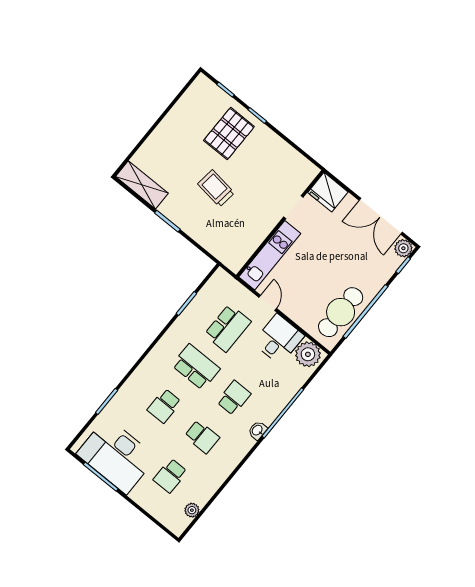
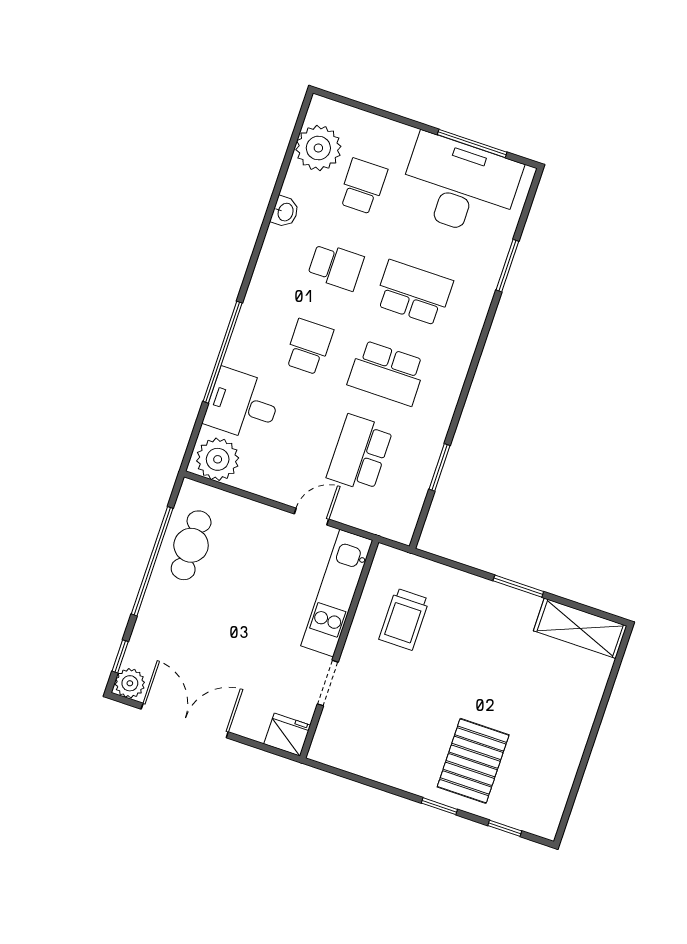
trolley: (216, 188) -> (404, 619), moved, turned 83
fridge: (328, 192) -> (287, 735), width x0.73, depth x0.75
door: (268, 303) -> (311, 517), swing flipped
cafe table: (341, 312) -> (191, 545), width x0.73, depth x0.74
desk: (279, 339) -> (243, 405), moved, turned 90
school desk: (234, 398) -> (309, 347), turned 180
school desk: (164, 406) -> (414, 293), width x1.85
washbasin: (257, 430) -> (285, 212), moved
school desk: (202, 437) -> (336, 266), turned 180
plant: (192, 510) -> (318, 148), width x1.87, depth x1.87

